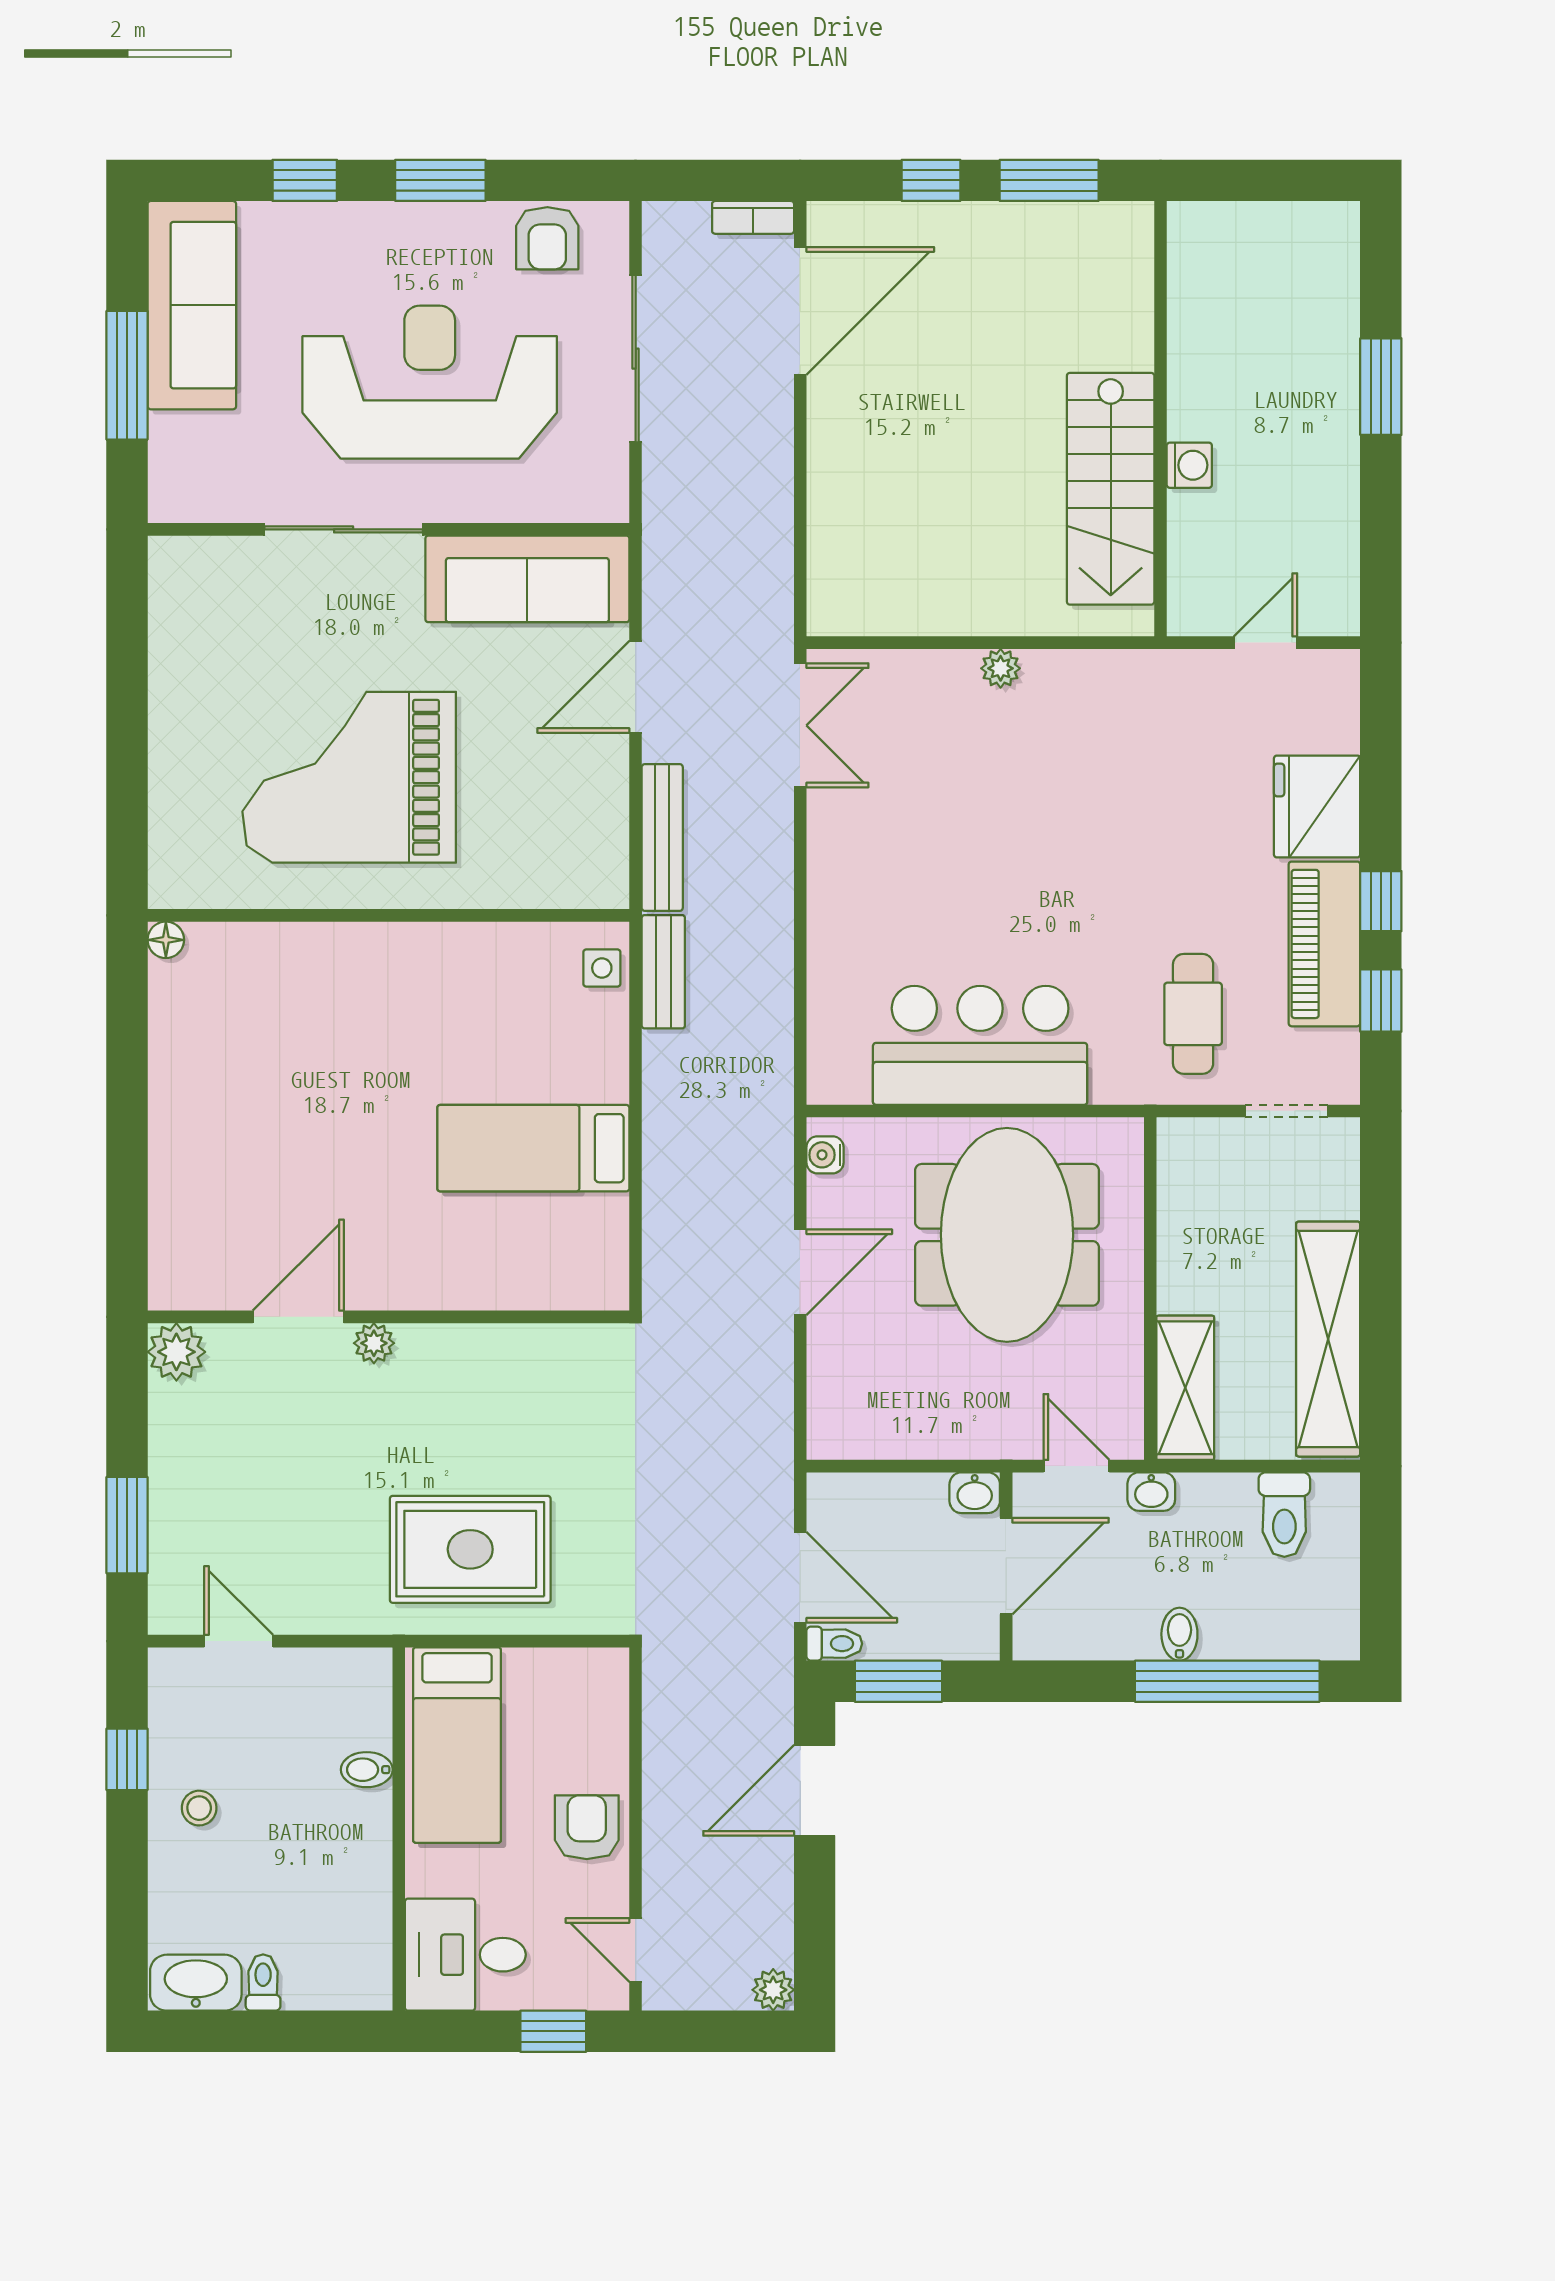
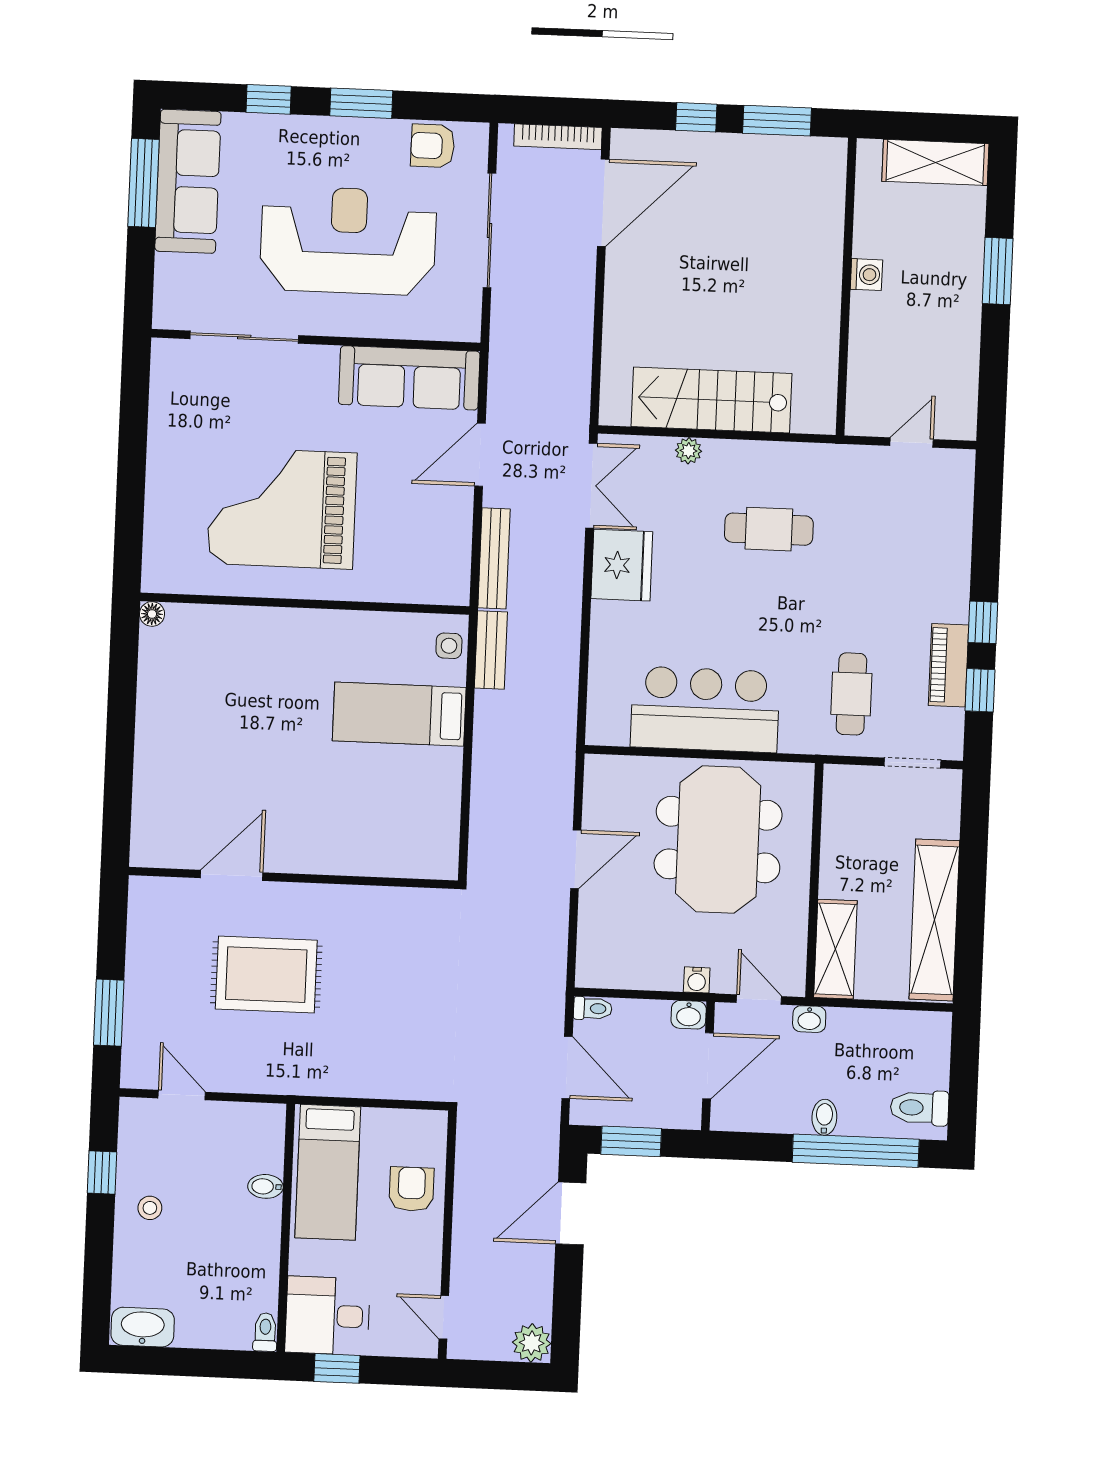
bookcase: (753, 217) -> (558, 137), width x1.56
shelving: (1283, 232) -> (935, 162), added
armchair: (547, 238) -> (433, 146), turned 90
window: (127, 375) -> (144, 183), moved
washing machine: (1189, 465) -> (866, 275), moved
stairs: (1111, 489) -> (712, 400), moved, turned 90
sliding door: (344, 529) -> (244, 337), moved
plant: (1001, 668) -> (689, 451), moved
cafe table: (1062, 778) -> (769, 529), added
fridge: (1317, 806) -> (622, 565), moved, turned 180
piano: (1324, 944) -> (949, 665), width x0.73, depth x0.75
bed: (533, 1148) -> (399, 714), moved
water cooler: (825, 1155) -> (697, 980), moved, turned -90
plant: (374, 1343) -> (283, 895), removed
plant: (176, 1352) -> (147, 896), removed
toilet: (1284, 1515) -> (919, 1108), moved, turned 90
rug: (470, 1549) -> (266, 975), moved
toilet: (834, 1644) -> (593, 1008), moved
armchair: (587, 1827) -> (412, 1189), moved
toilet: (263, 1983) -> (265, 1332), moved
plant: (773, 1990) -> (532, 1343), width x1.38, depth x1.38
window: (553, 2031) -> (337, 1368), moved

